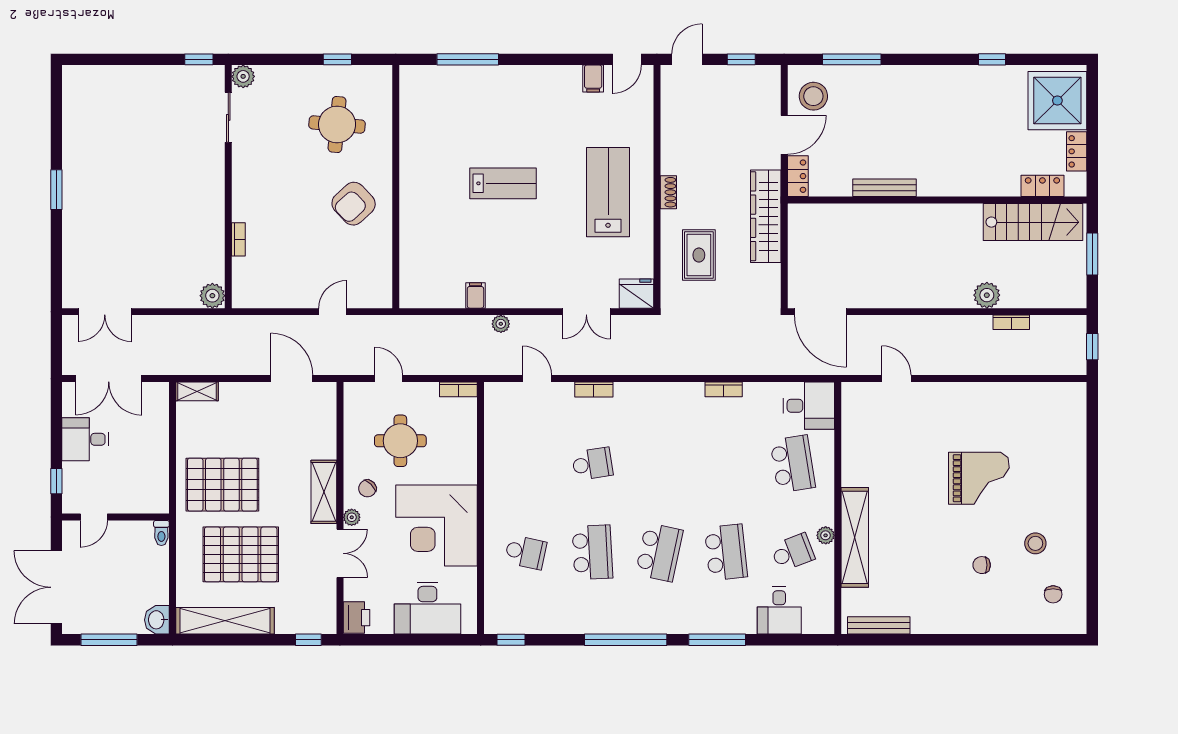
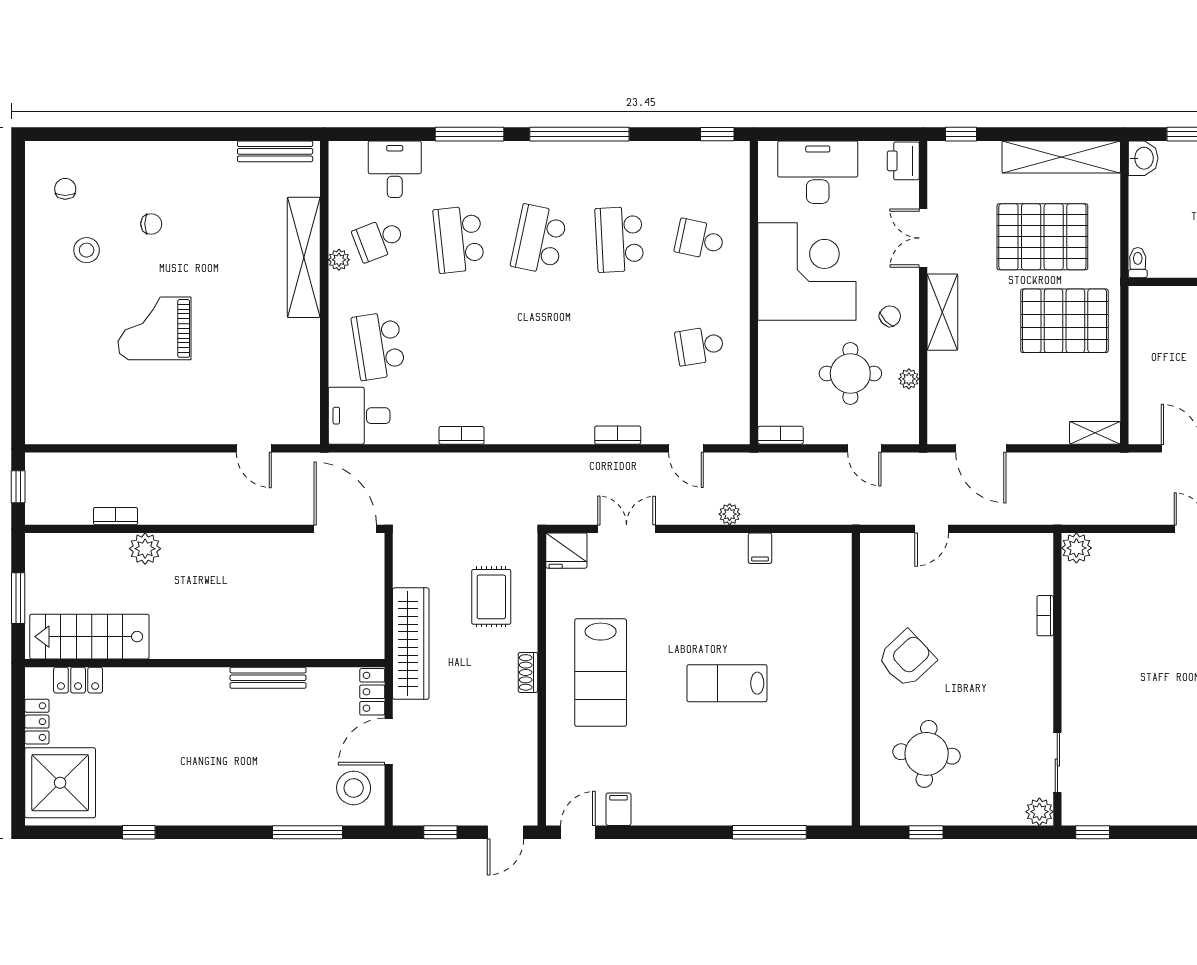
school desk: (592, 464) -> (700, 346), moved
plant: (352, 517) -> (909, 379), moved

